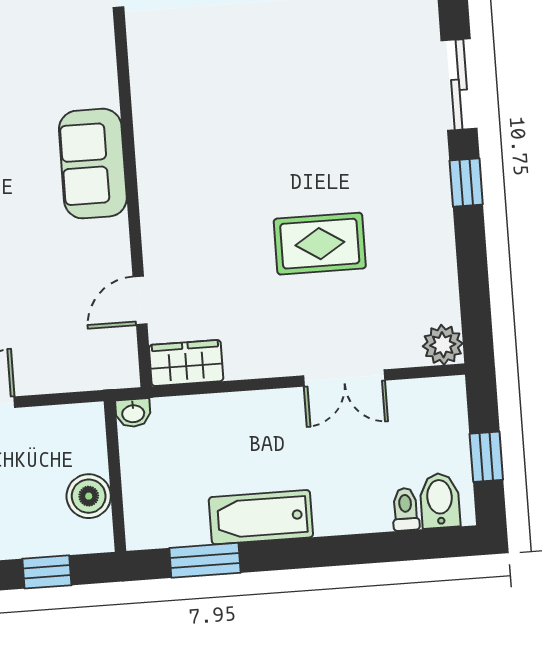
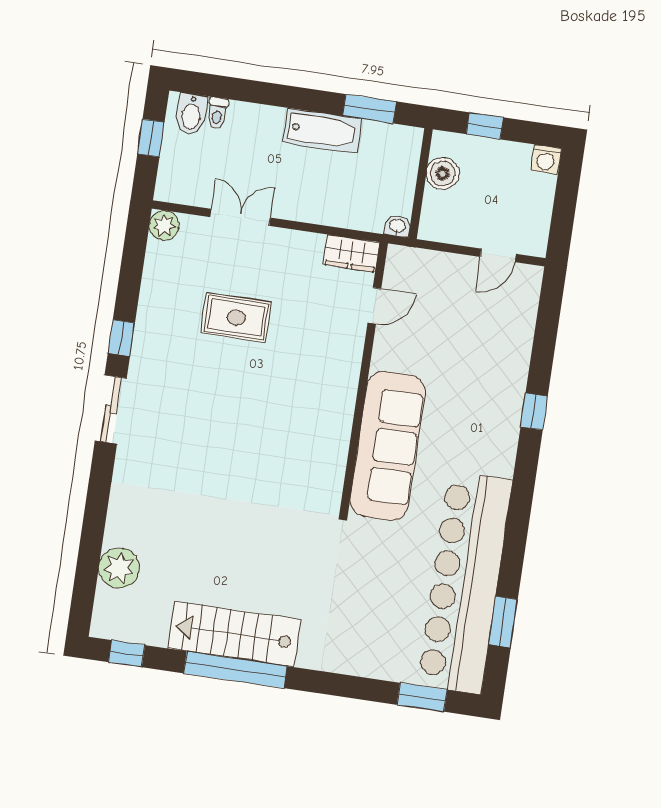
sofa: (93, 164) -> (388, 446), width x1.85, depth x1.27

